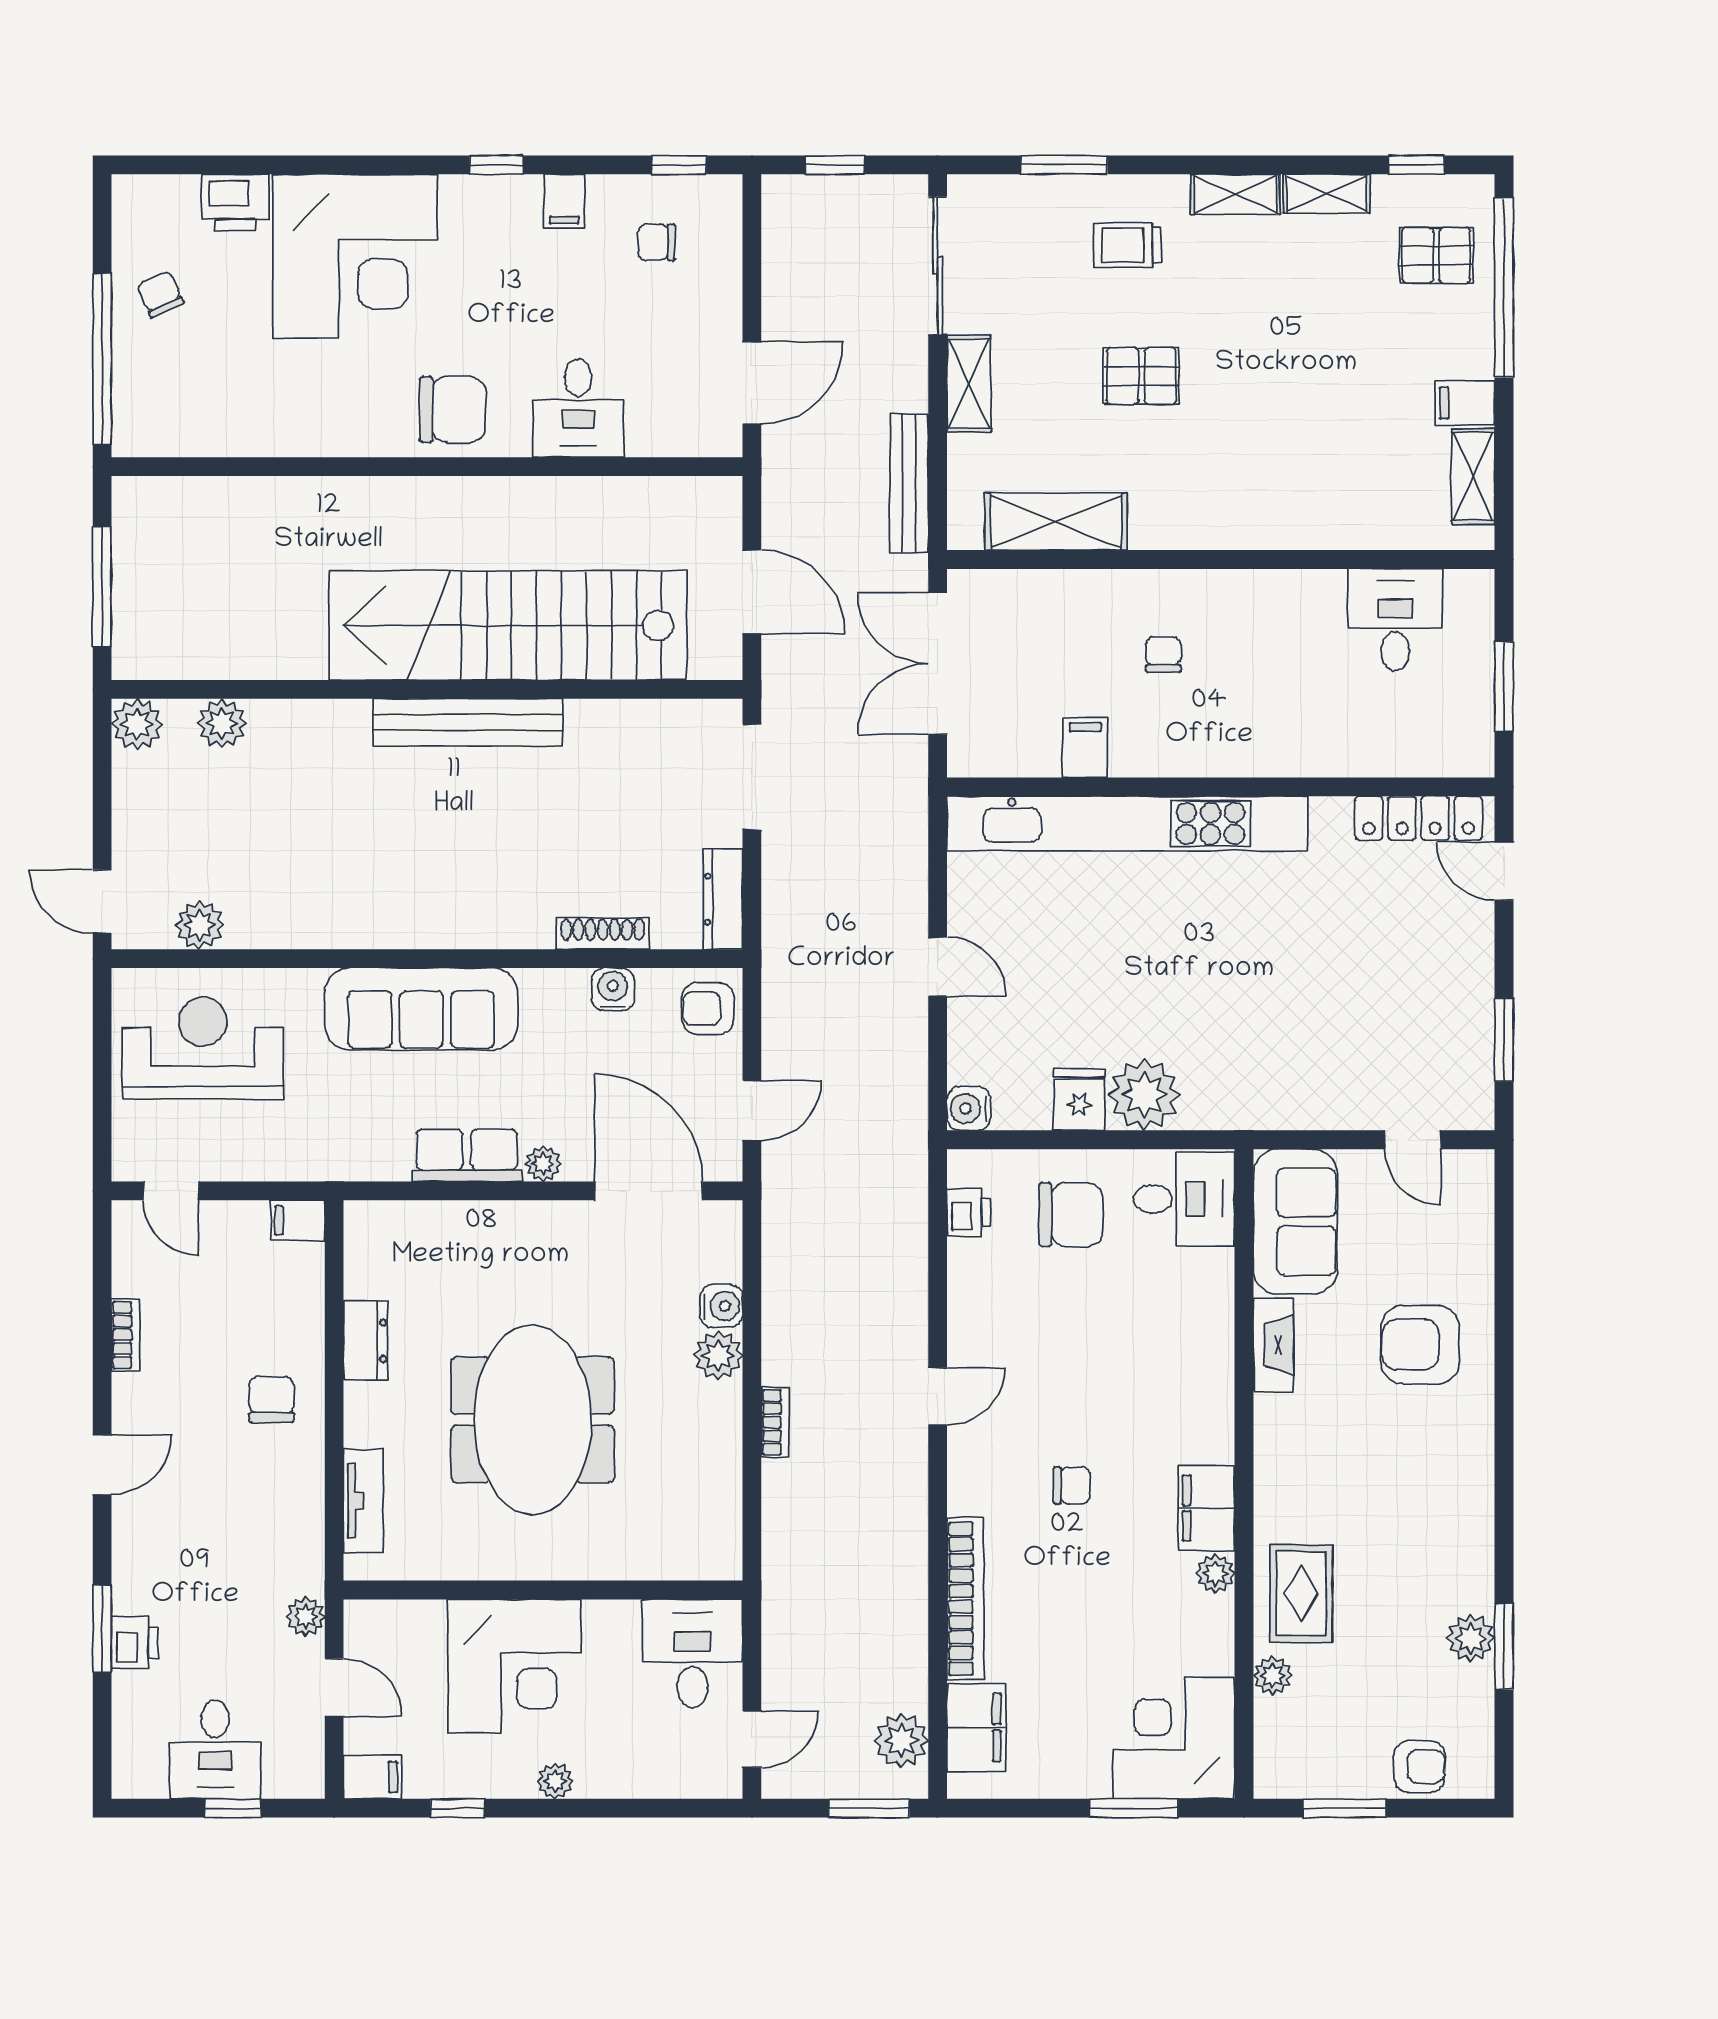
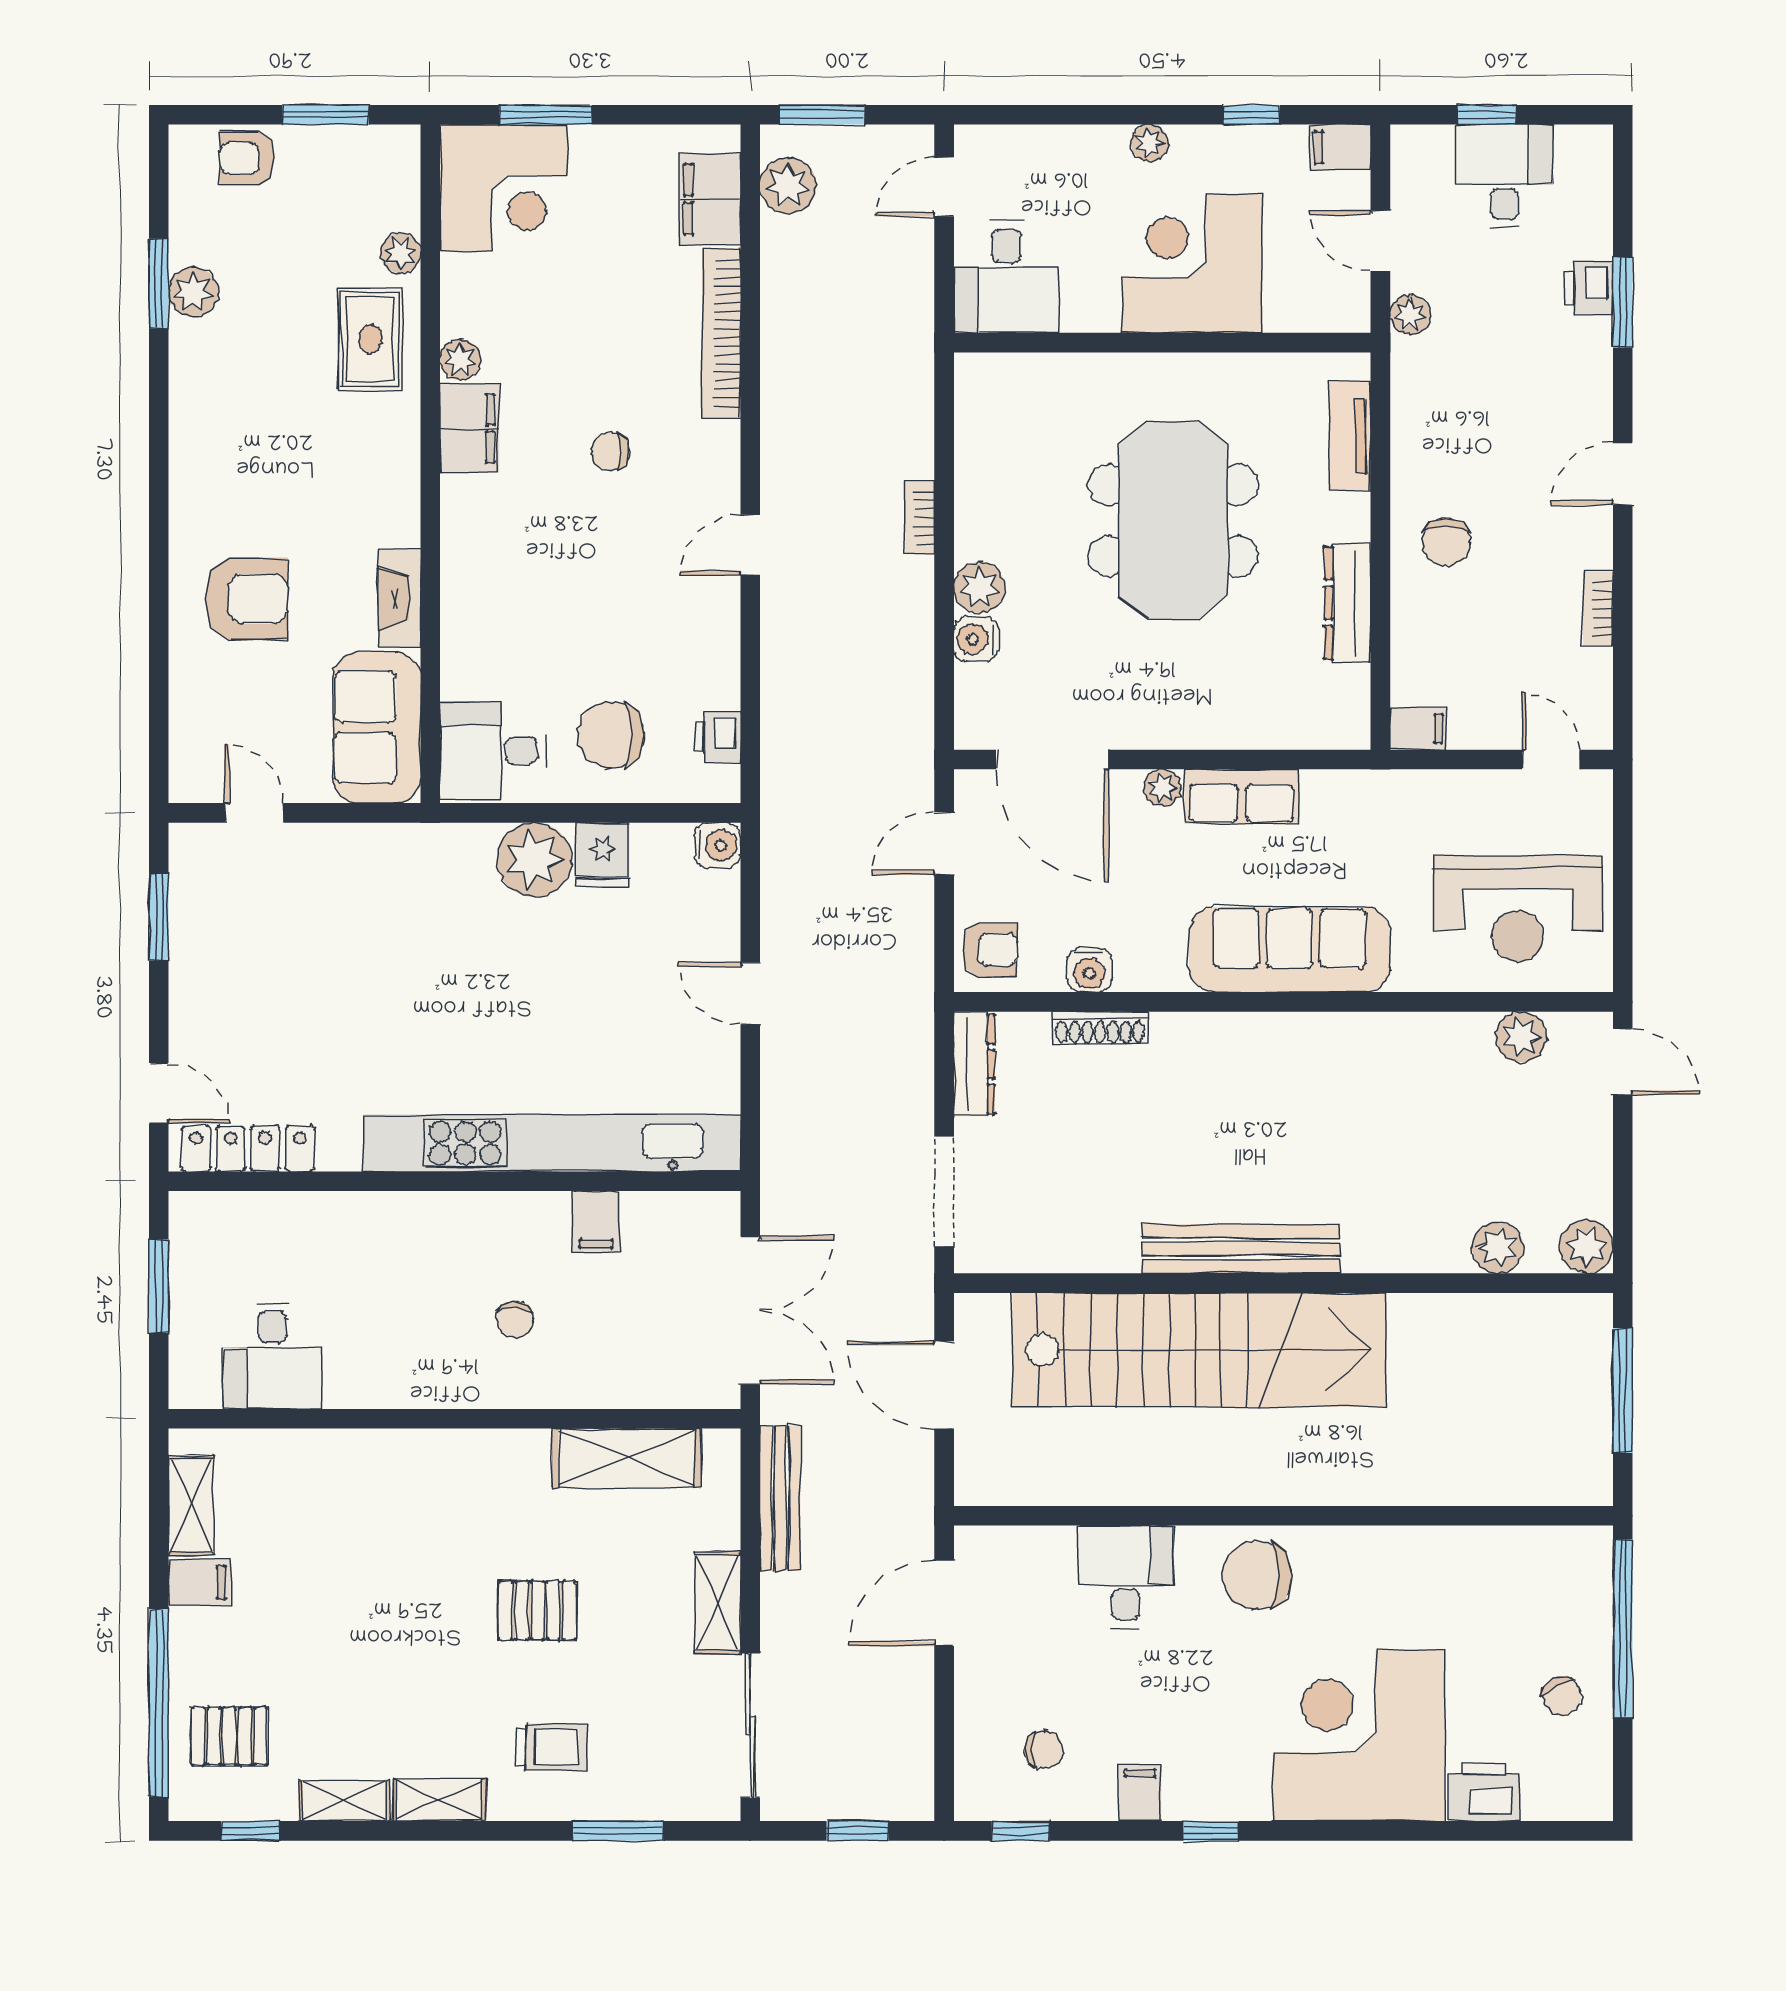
dresser: (366, 1341) -> (1347, 603), width x1.44

